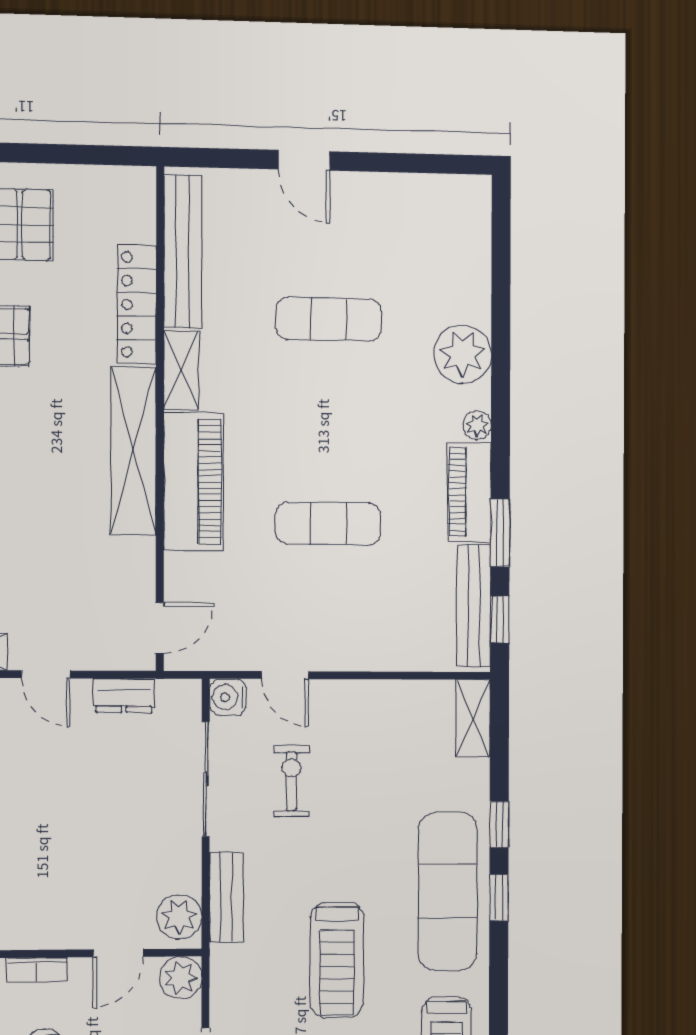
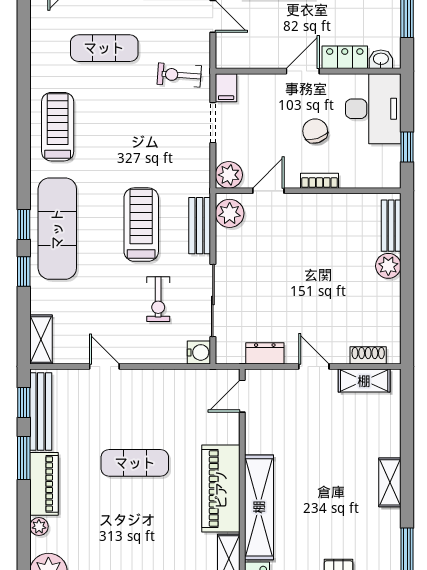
door: (285, 675) -> (104, 367), moved
treadmill: (337, 960) -> (141, 225), moved

